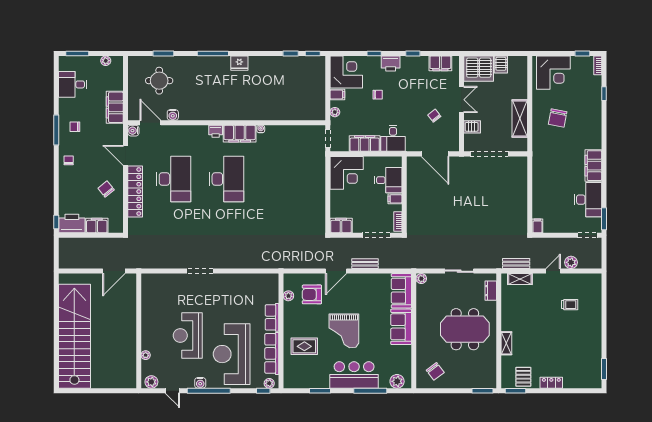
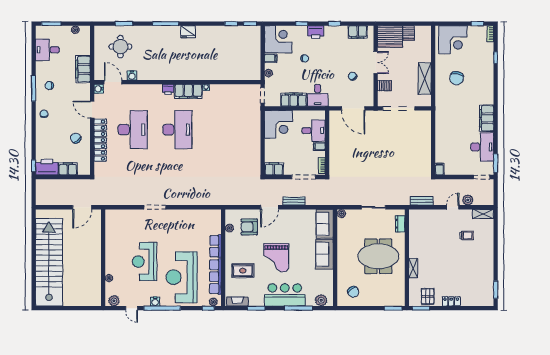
shelving: (520, 279) -> (483, 214), moved
fireplace: (298, 383) -> (237, 302), added

